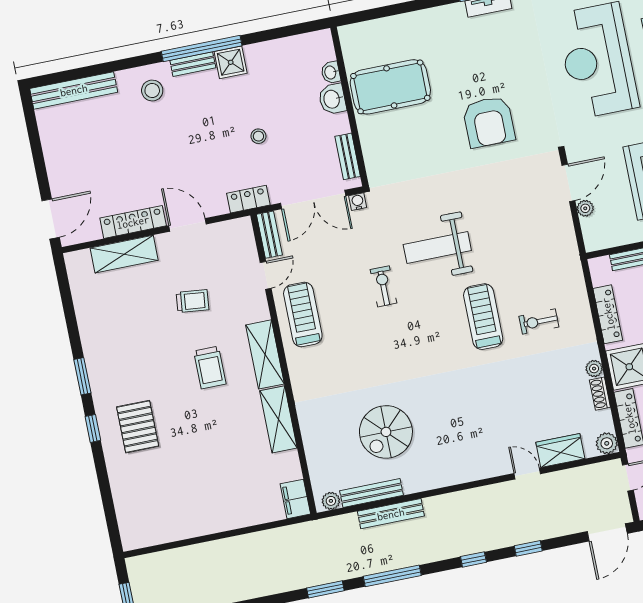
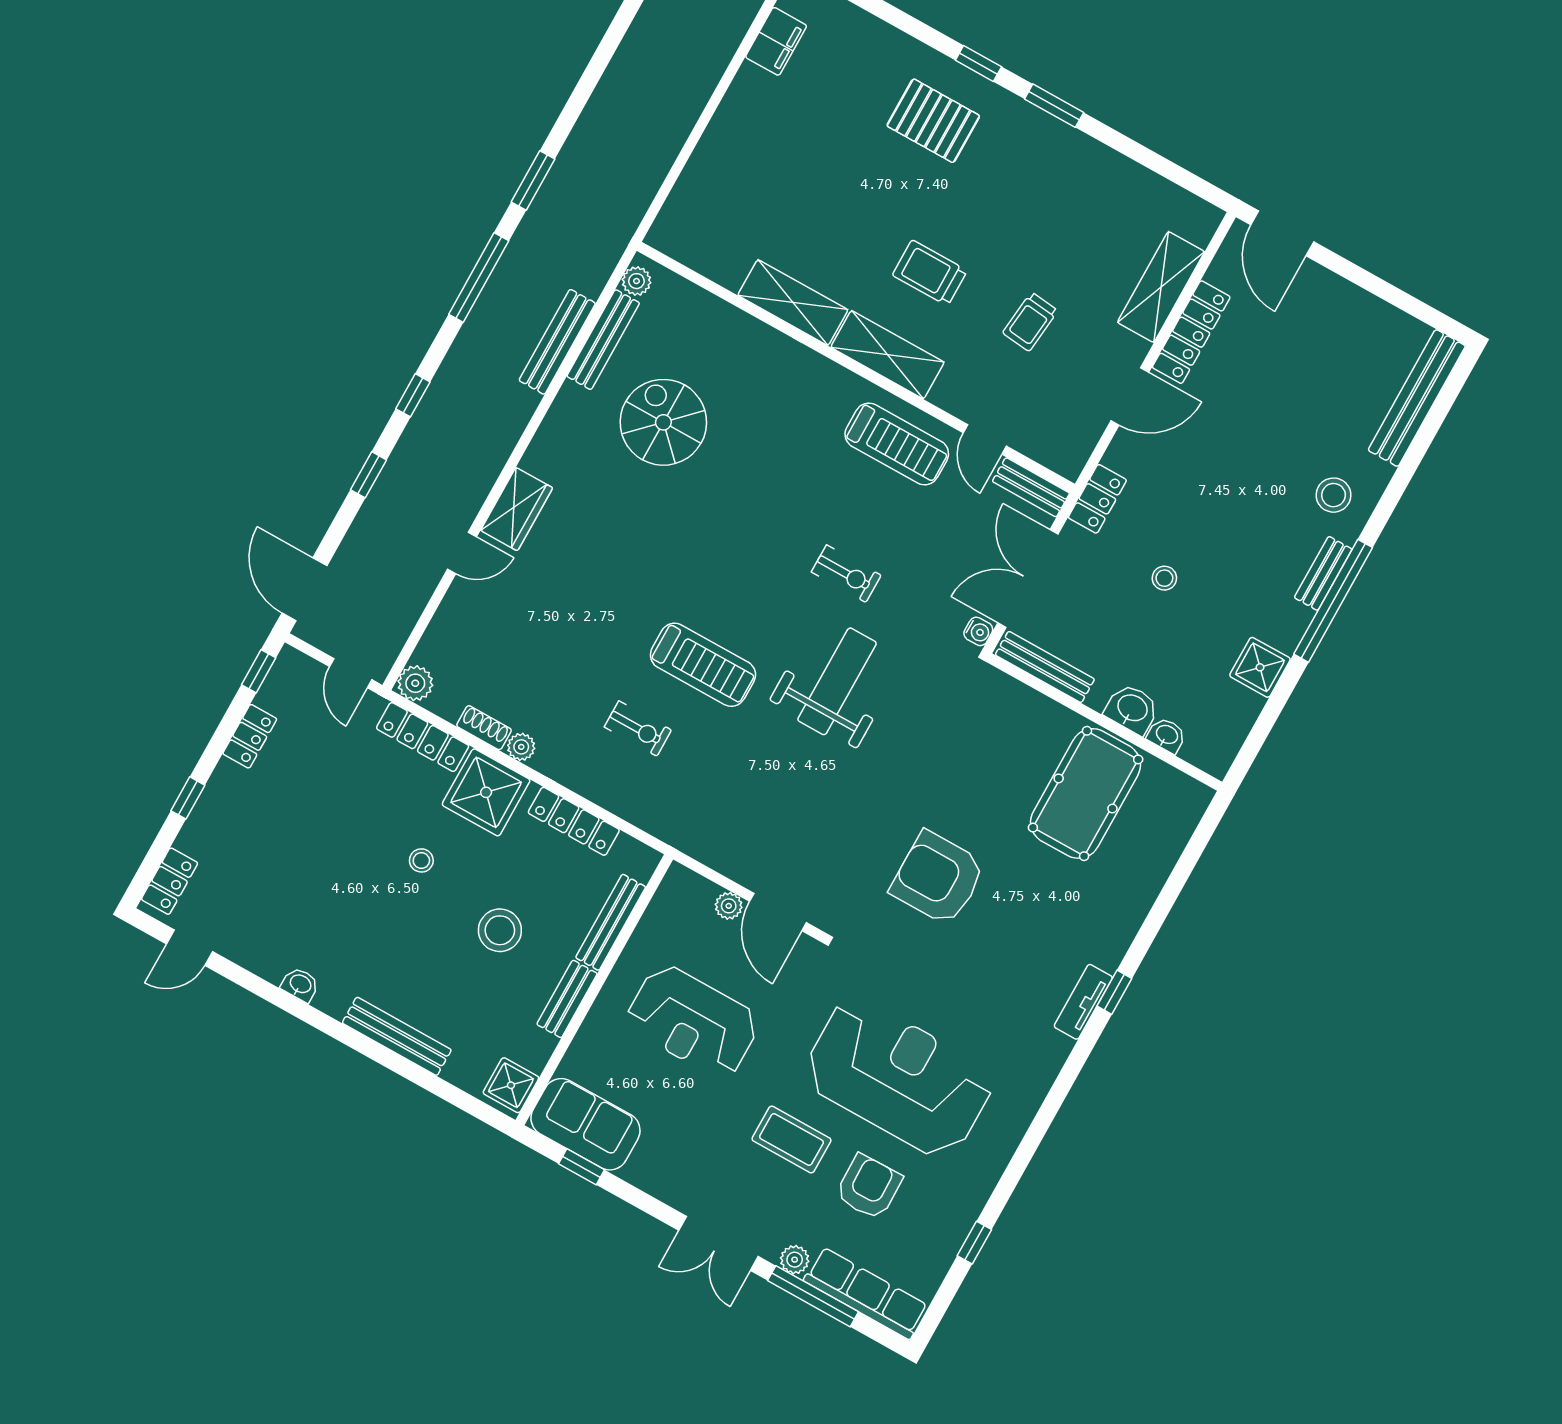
shower: (231, 62) -> (1260, 667), moved
bench: (348, 156) -> (1045, 667), width x1.36
exercise bike: (539, 322) -> (638, 728), turned 90
wardrobe: (560, 450) -> (517, 509), moved
filing cabinet: (295, 499) -> (776, 41), moved, turned 90

